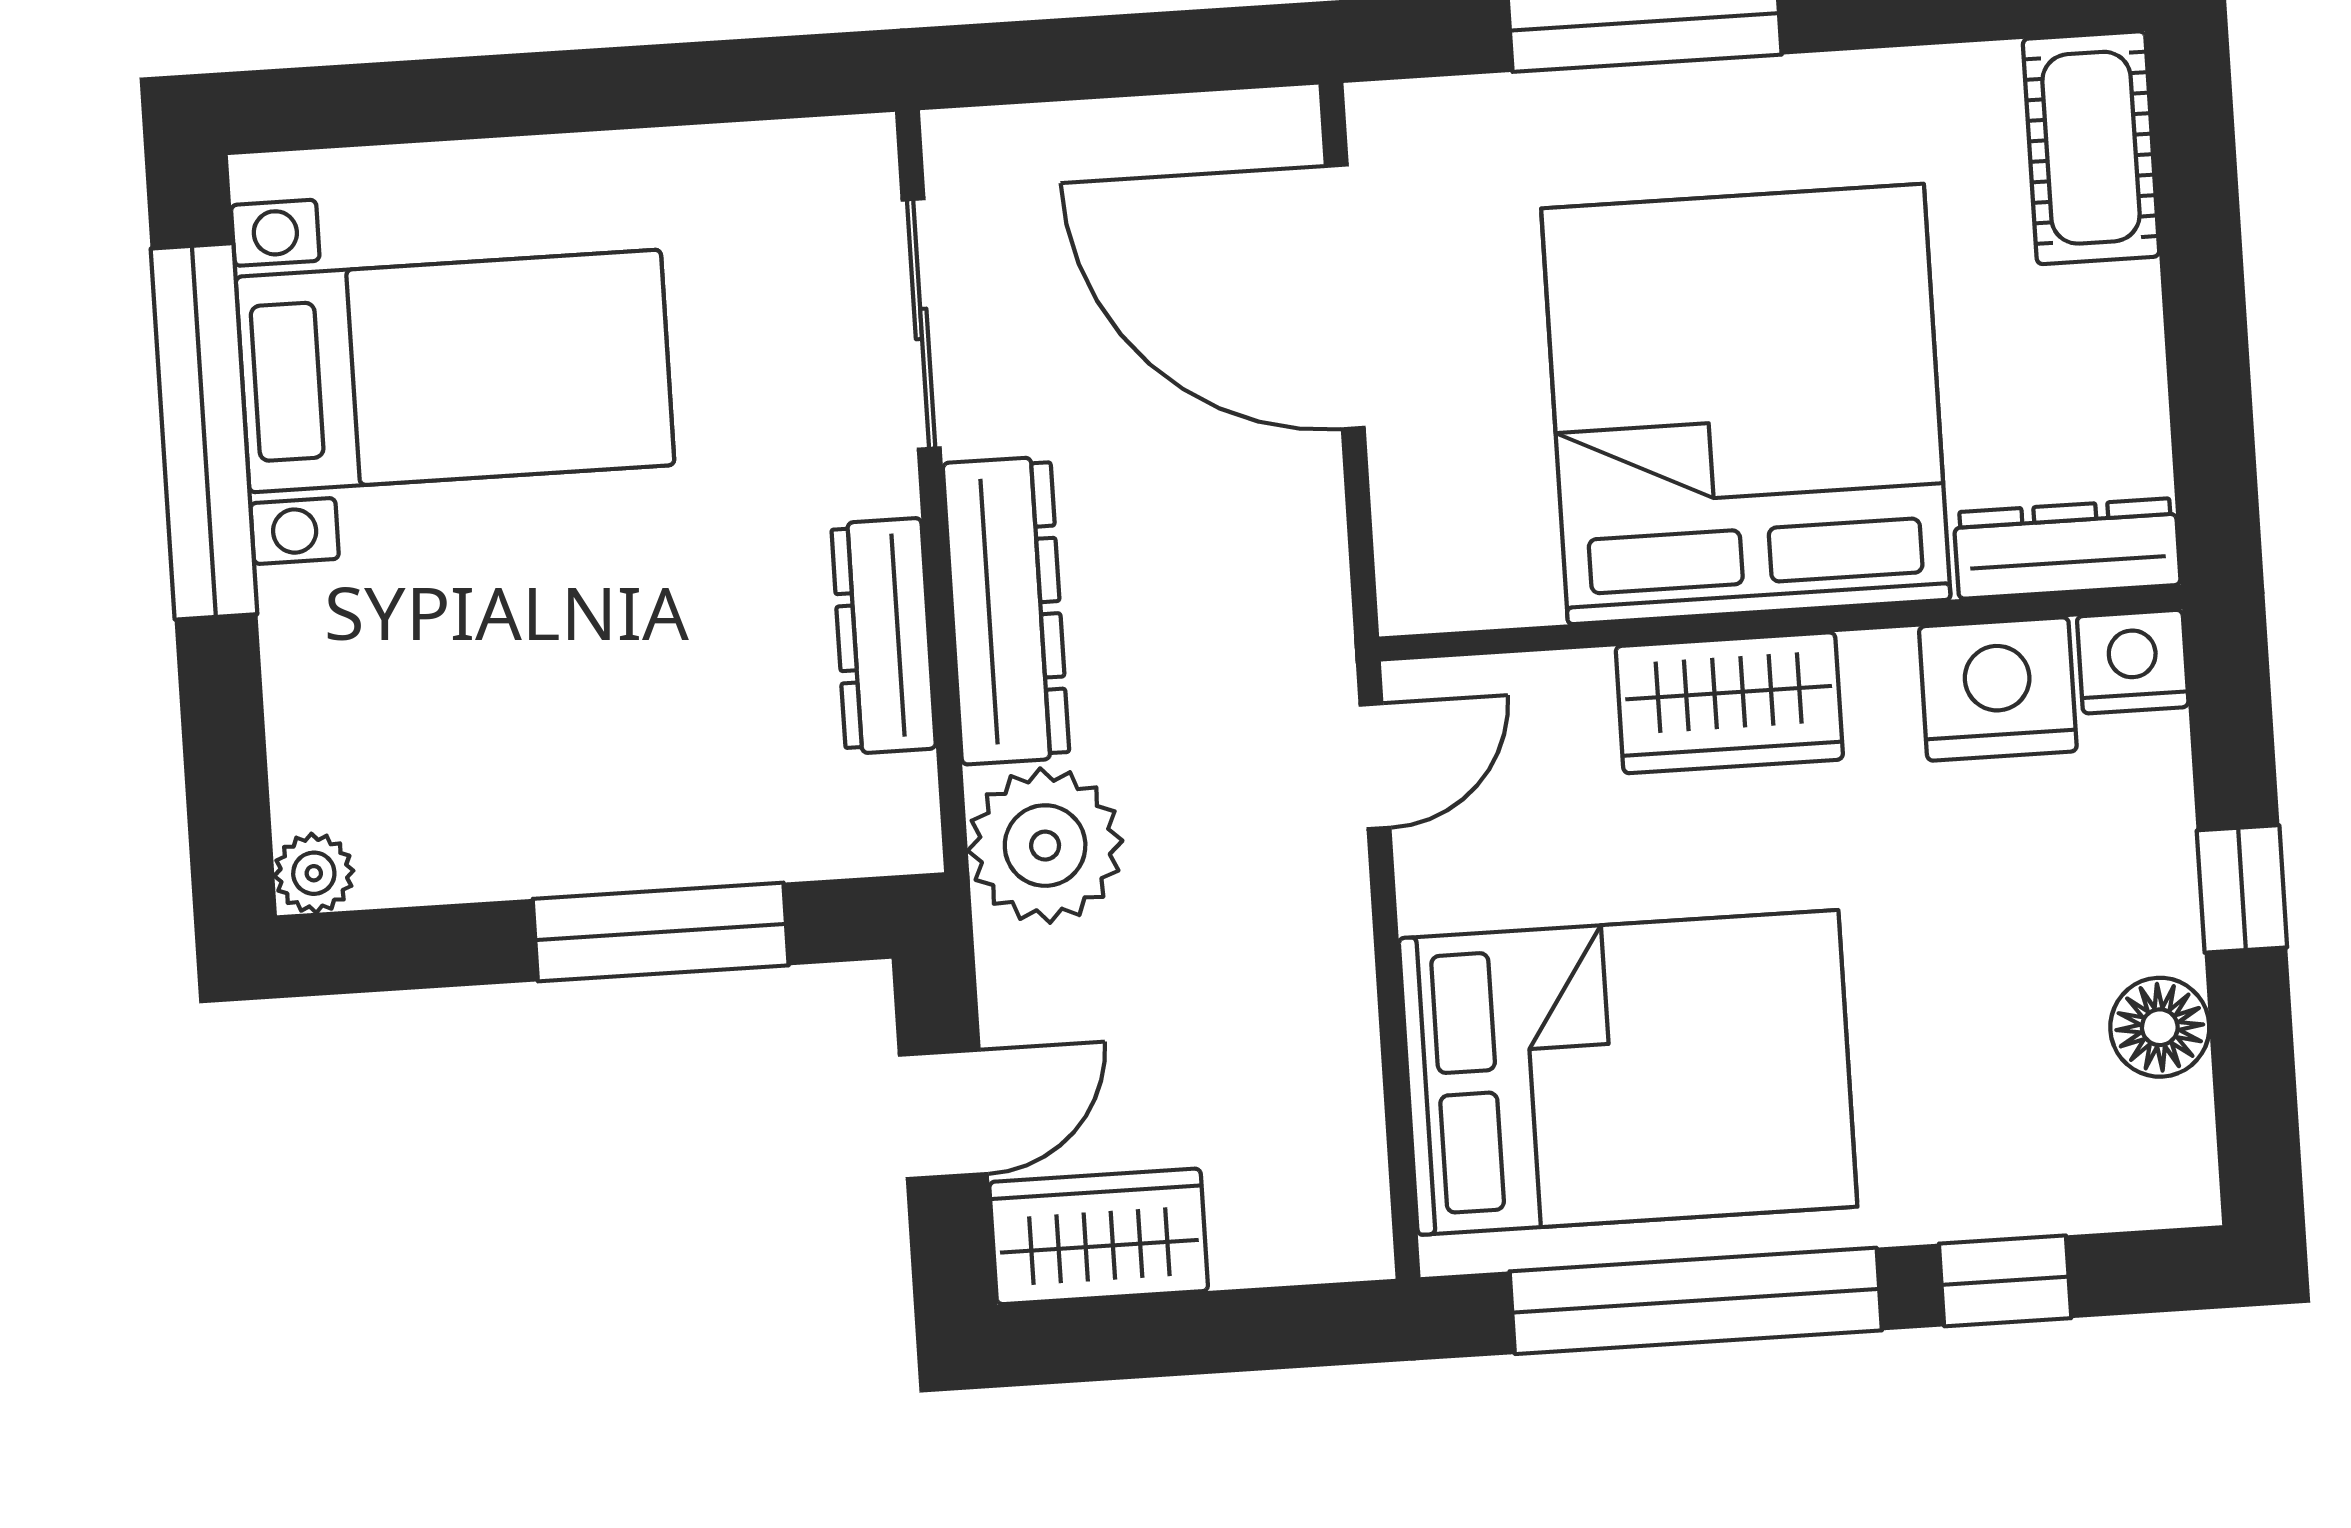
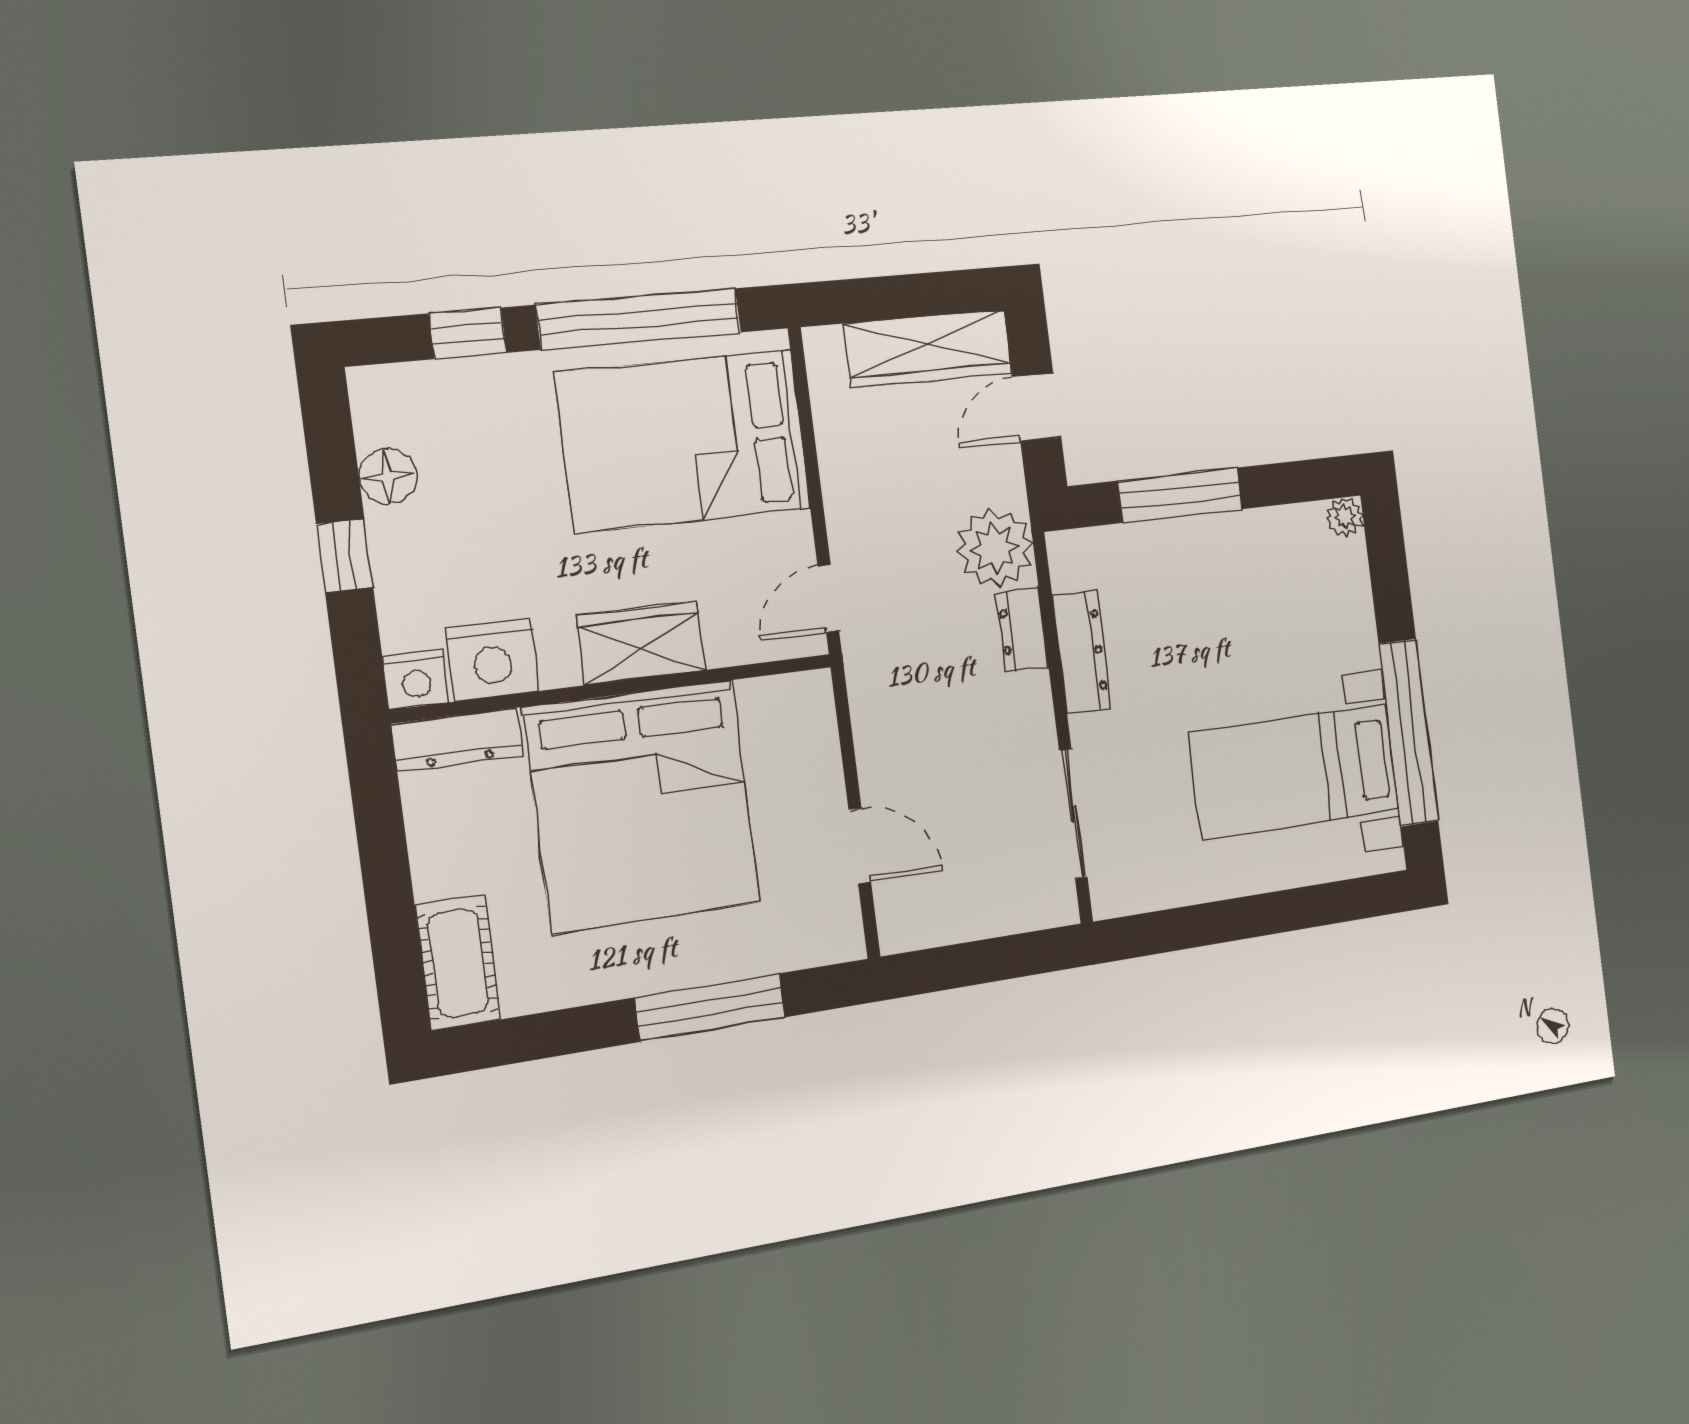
door: (1345, 297) -> (860, 846), width x0.53
dresser: (1006, 611) -> (1022, 630), width x0.51, depth x0.80
wardrobe: (1099, 1236) -> (928, 348), width x1.50

